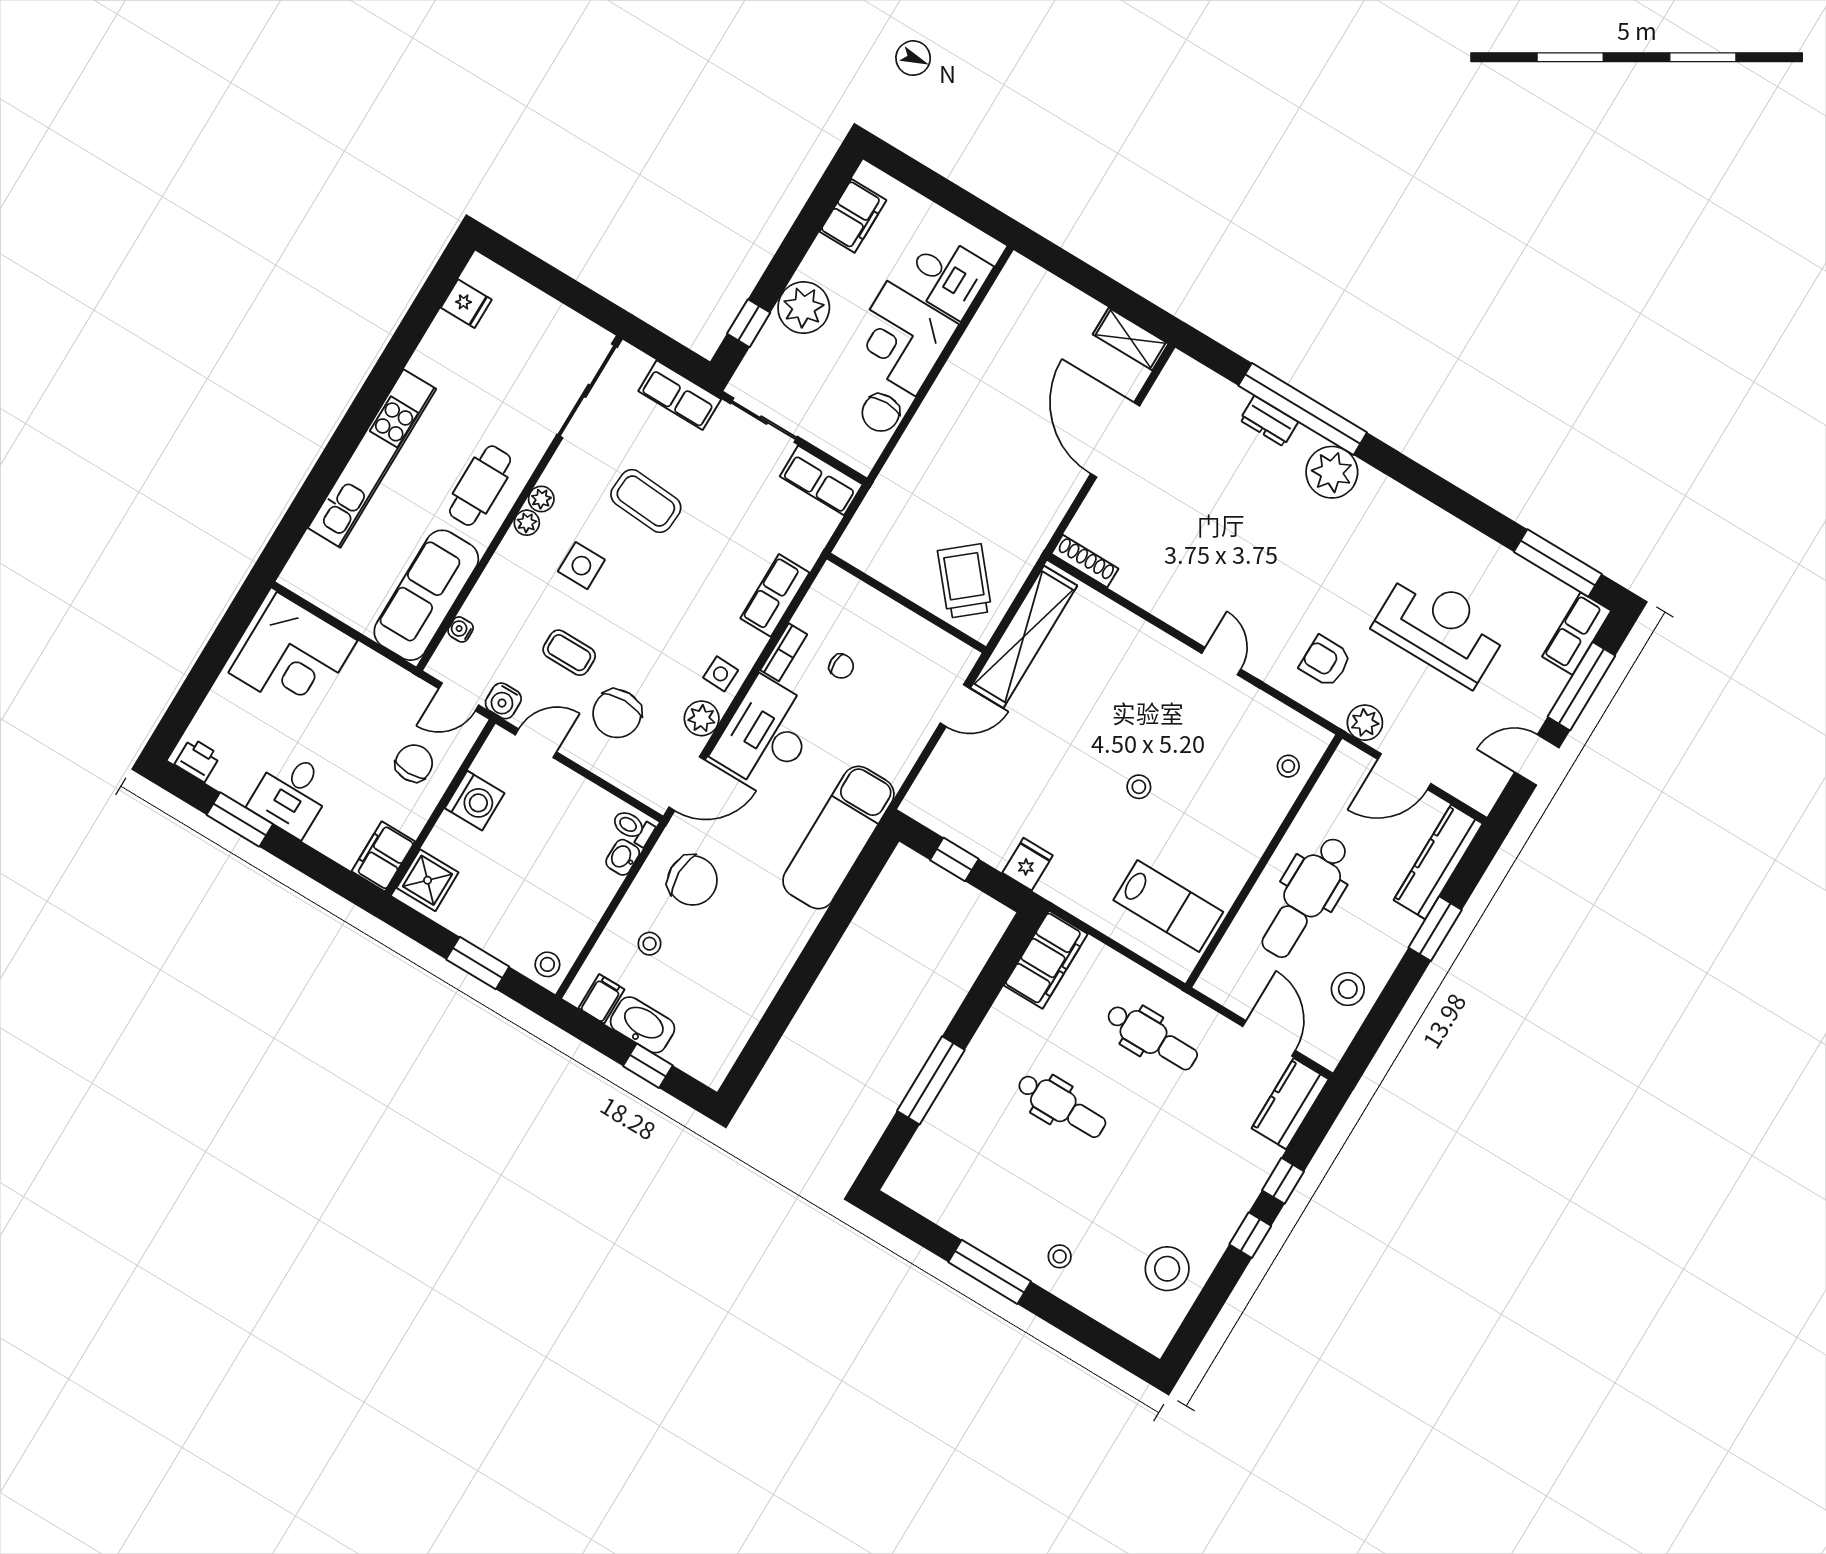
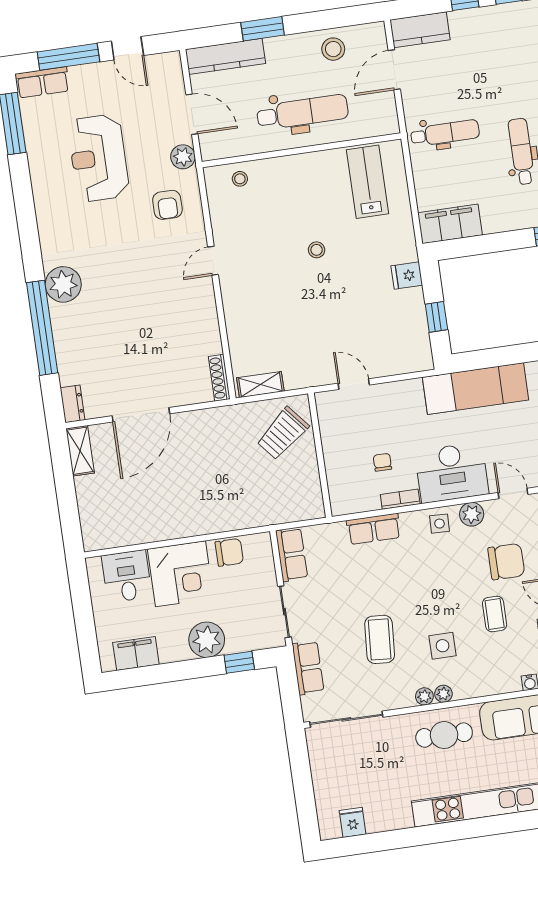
dresser: (1269, 421) -> (73, 404), moved
shelving: (1024, 637) -> (260, 385), width x0.45, depth x0.75
door: (687, 784) -> (513, 493), width x0.73
dental chair: (1152, 1037) -> (445, 133), turned 90

